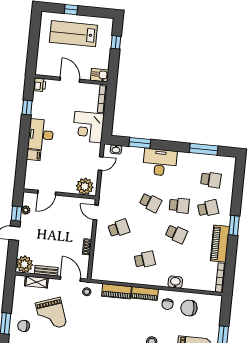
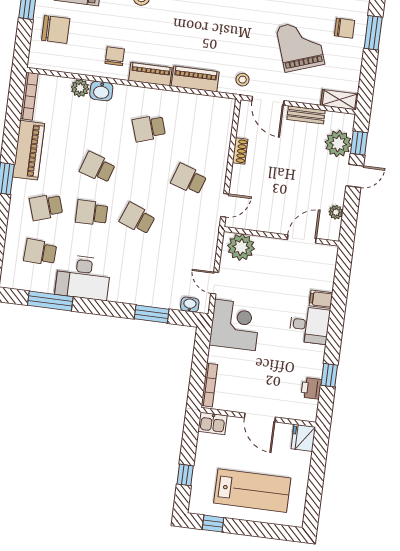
window: (71, 10) -> (213, 524), moved
fridge: (42, 68) -> (303, 438), added
printer: (40, 85) -> (311, 388), moved
corner desk: (88, 127) -> (235, 325), moved
desk: (41, 135) -> (309, 325), width x0.73
desk: (160, 162) -> (83, 277), moved
door: (101, 163) -> (215, 283), hinge flipped
door: (96, 212) -> (225, 205), hinge flipped
window: (16, 214) -> (359, 143), moved
school desk: (119, 228) -> (189, 179), turned 42
plant: (24, 264) -> (338, 144), moved
shelving: (36, 282) -> (339, 100), moved
plant: (189, 284) -> (80, 88), added
chair: (189, 308) -> (56, 29), moved

